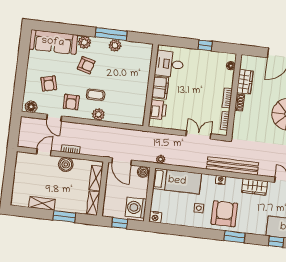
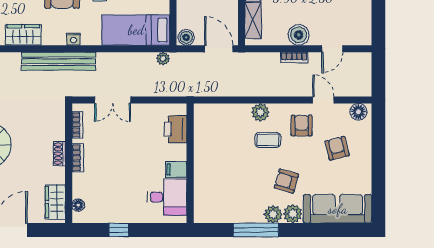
plant: (115, 45) -> (273, 214), moved
wardrobe: (245, 82) -> (55, 202), moved
filing cabinet: (160, 88) -> (176, 169), width x0.50

